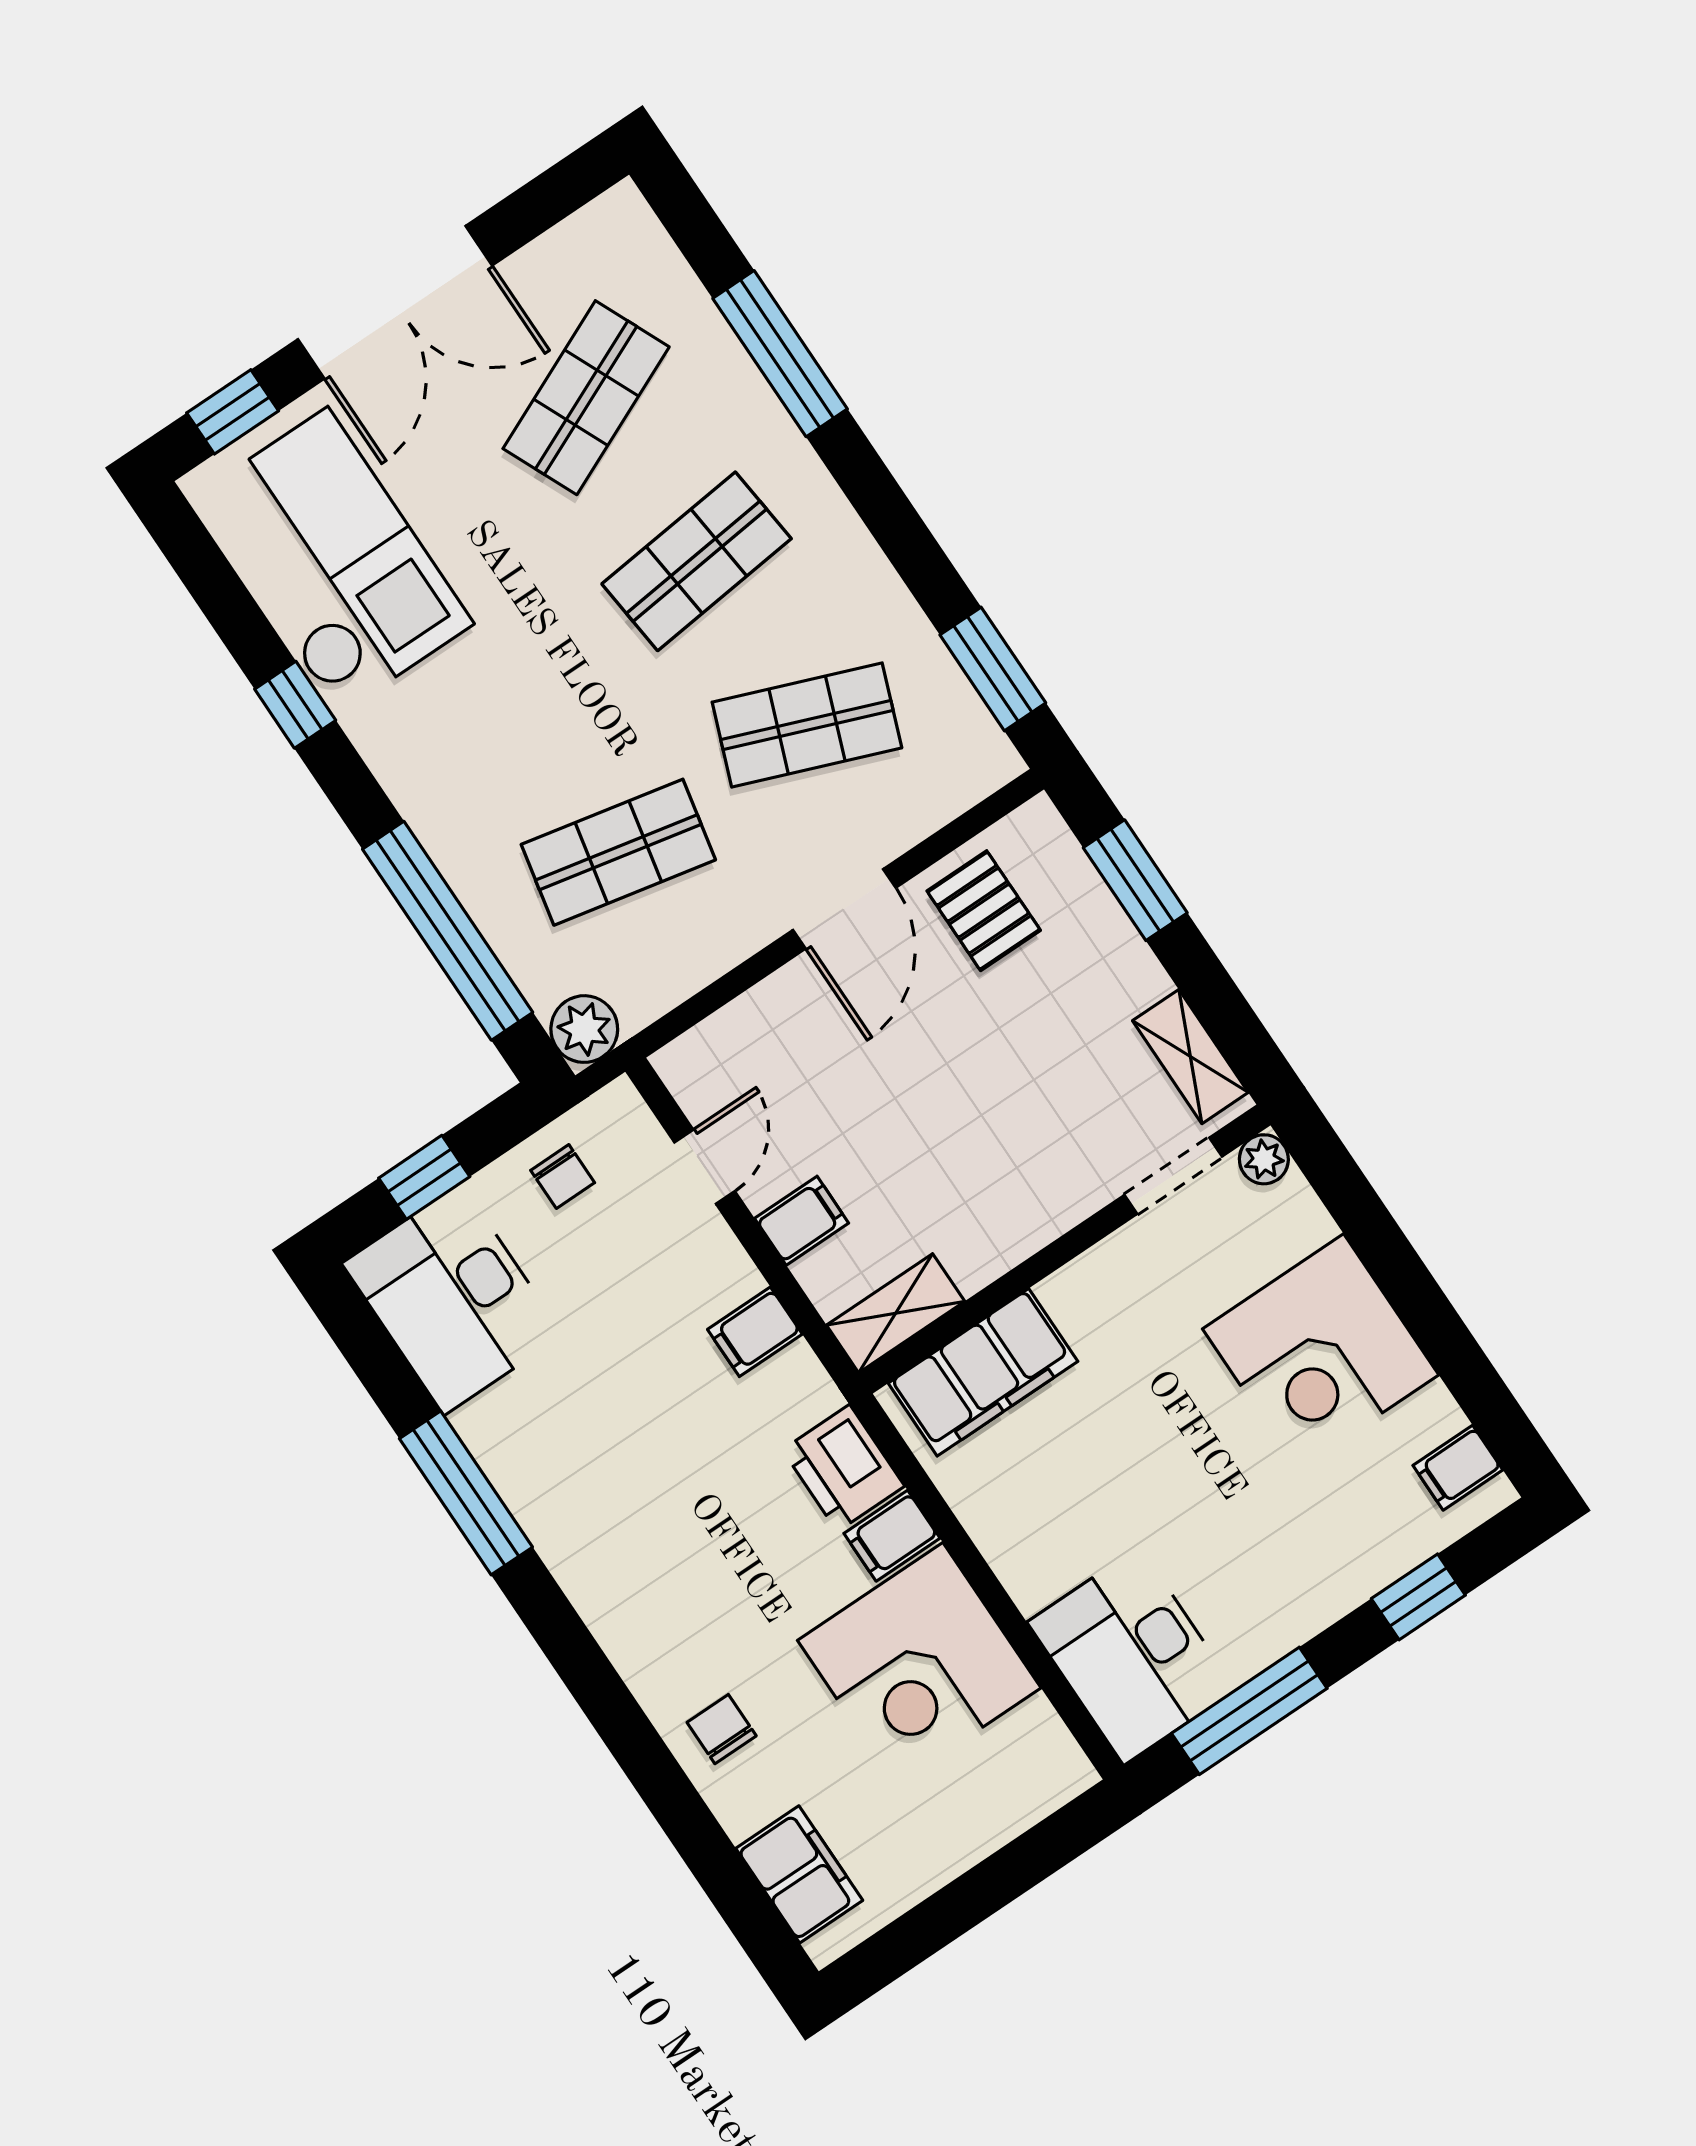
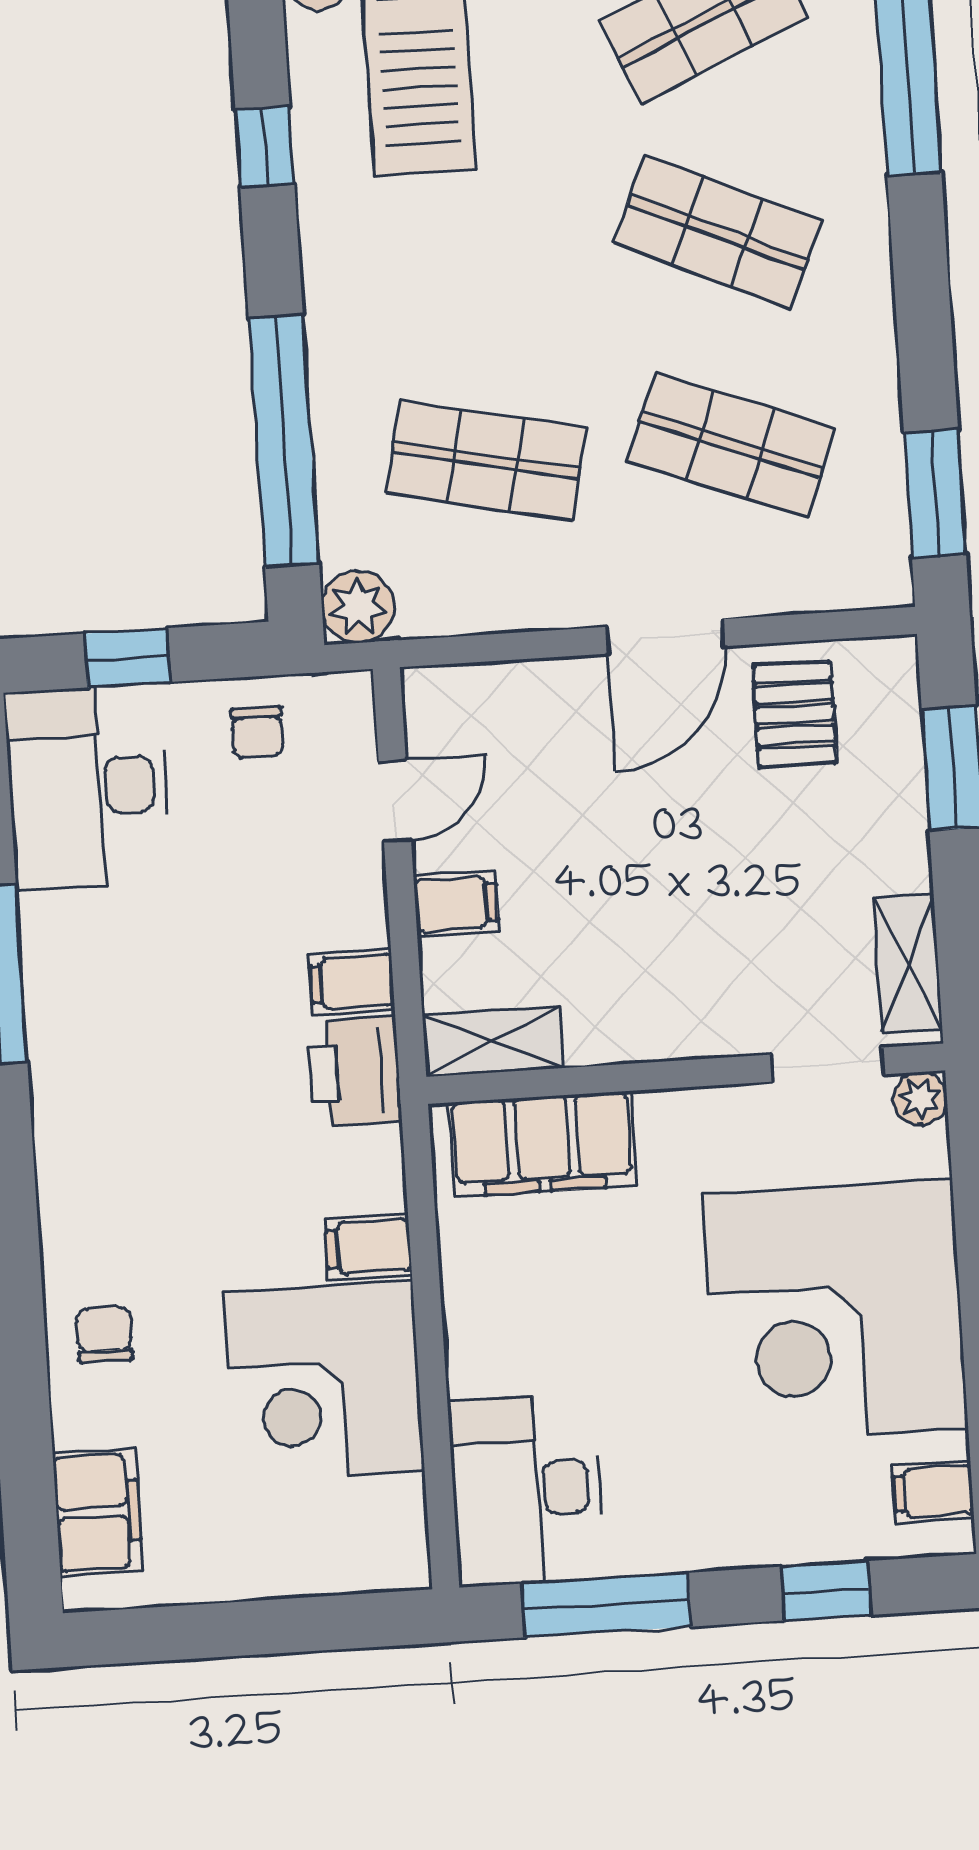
shop shelf: (697, 561) -> (717, 232), turned 30
corner desk: (1321, 1352) -> (835, 1311), width x1.36, depth x1.36
printer: (843, 1468) -> (355, 1072), moved

